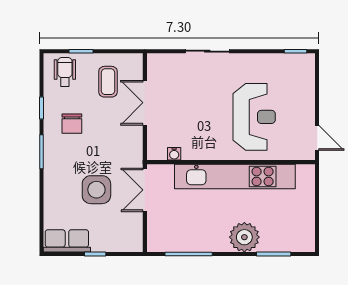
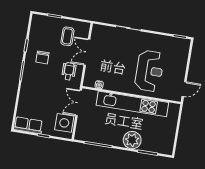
wheelchair: (65, 72) -> (69, 71), moved
door: (317, 138) -> (184, 89), hinge flipped
side table: (96, 190) -> (64, 123), moved

